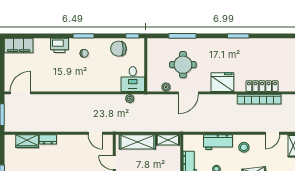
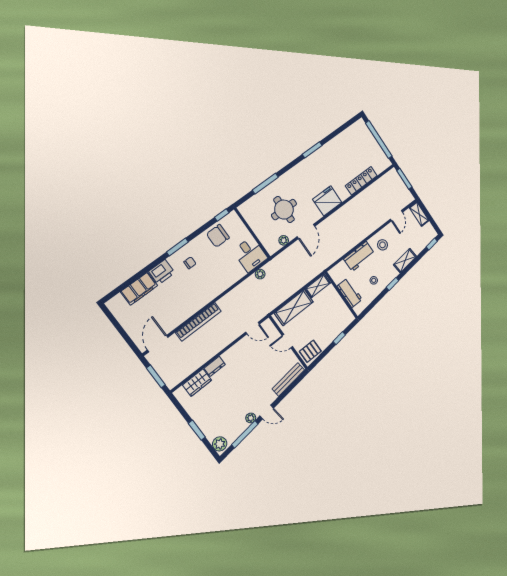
filing cabinet: (19, 45) -> (139, 289), moved
bookcase: (259, 99) -> (198, 322), moved

